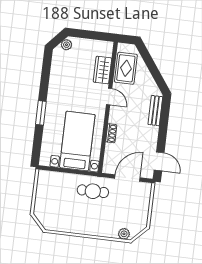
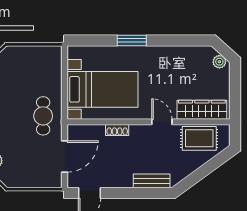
wardrobe: (102, 70) -> (202, 110), width x1.50
door: (109, 97) -> (162, 122), swing flipped
door: (127, 178) -> (65, 156), hinge flipped

